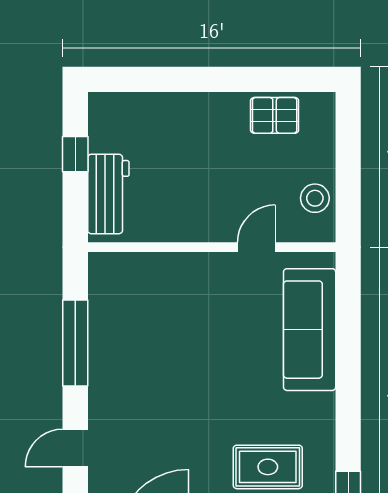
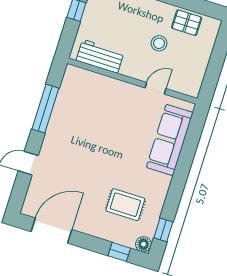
workbench: (108, 194) -> (100, 56), moved, turned -90
stool: (315, 198) -> (159, 43), moved

